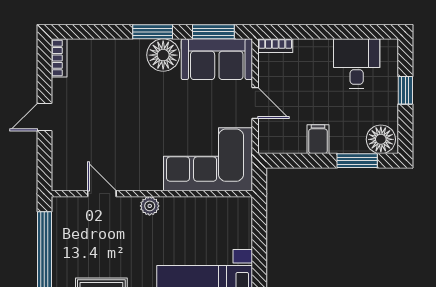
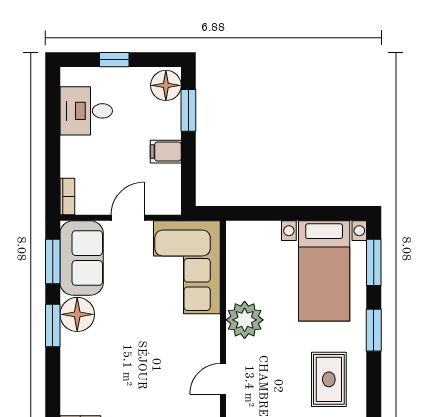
plant: (150, 206) -> (245, 320), width x1.87, depth x1.87

